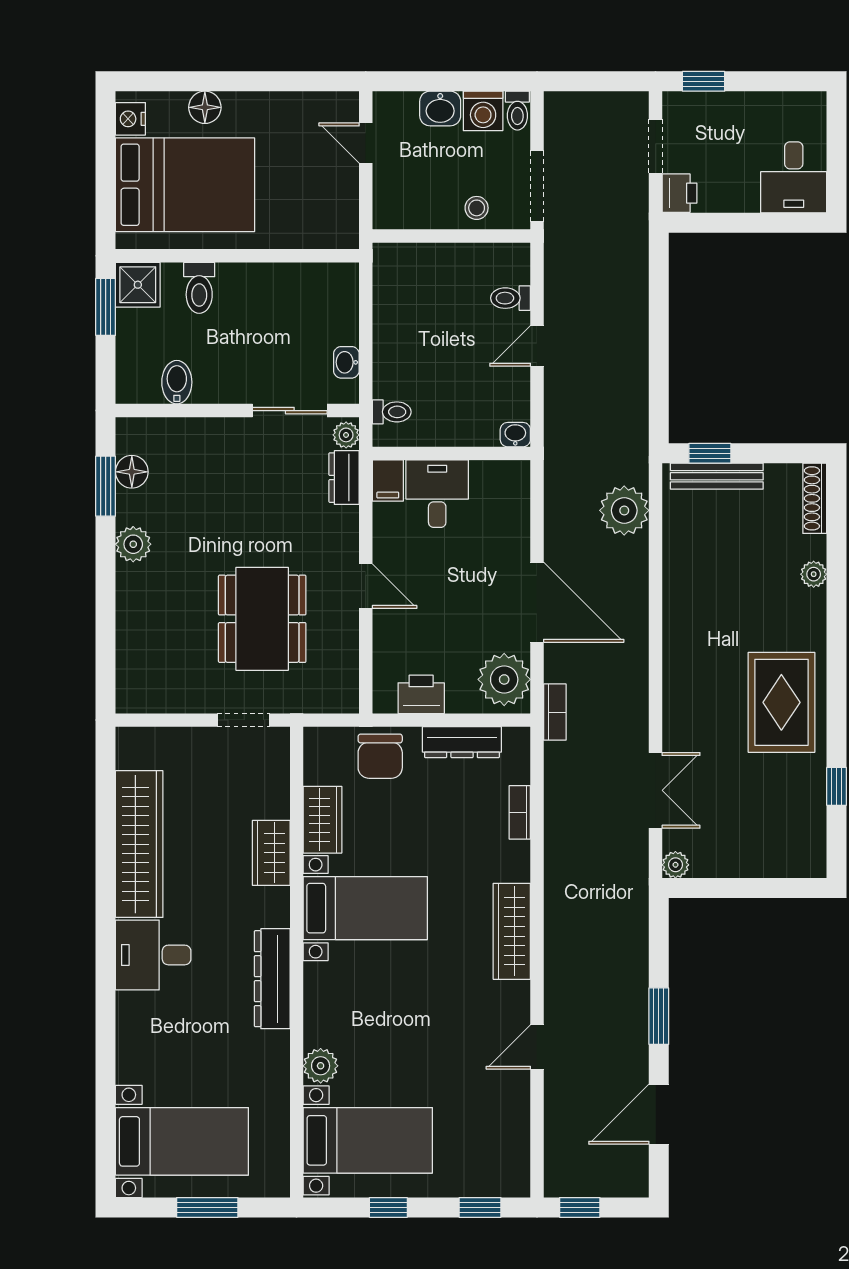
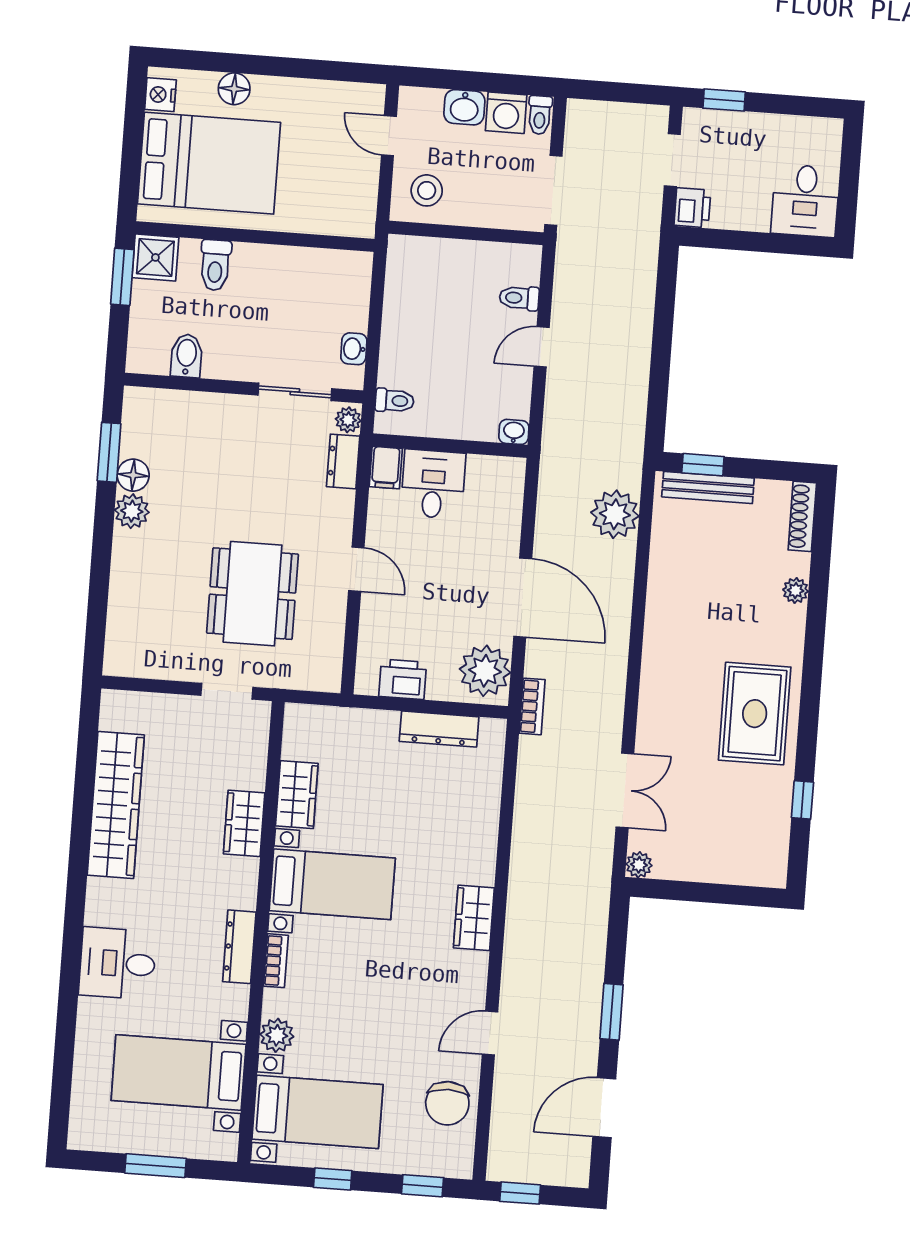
stool: (477, 208) -> (427, 190), moved, width x1.37, depth x1.37
floor lamp: (132, 472) -> (133, 475), moved
chair: (380, 756) -> (447, 1103), moved
bookcase: (520, 812) -> (276, 961), moved, turned 180
wardrobe: (512, 931) -> (474, 918), width x0.67
desk: (153, 955) -> (117, 963), moved
dresser: (272, 979) -> (239, 947), width x0.73, depth x0.80
bed with nightstands: (182, 1141) -> (179, 1072), moved, turned 180

